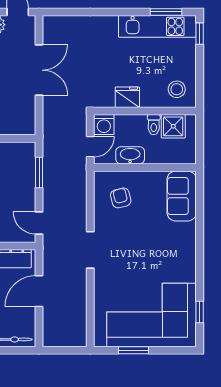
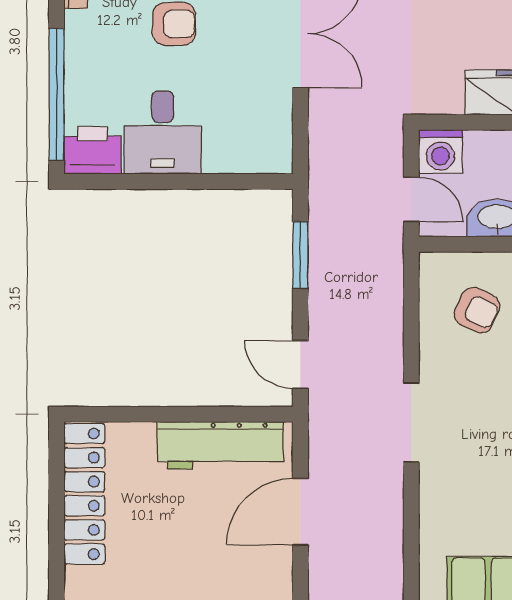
door: (90, 147) -> (411, 199), hinge flipped
armchair: (121, 198) -> (477, 310), turned 129

